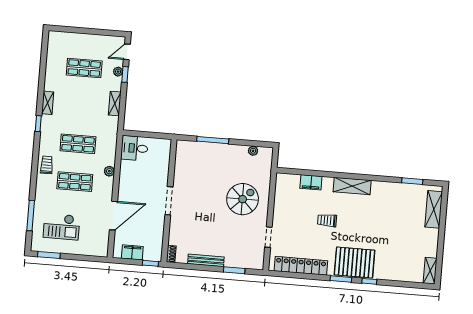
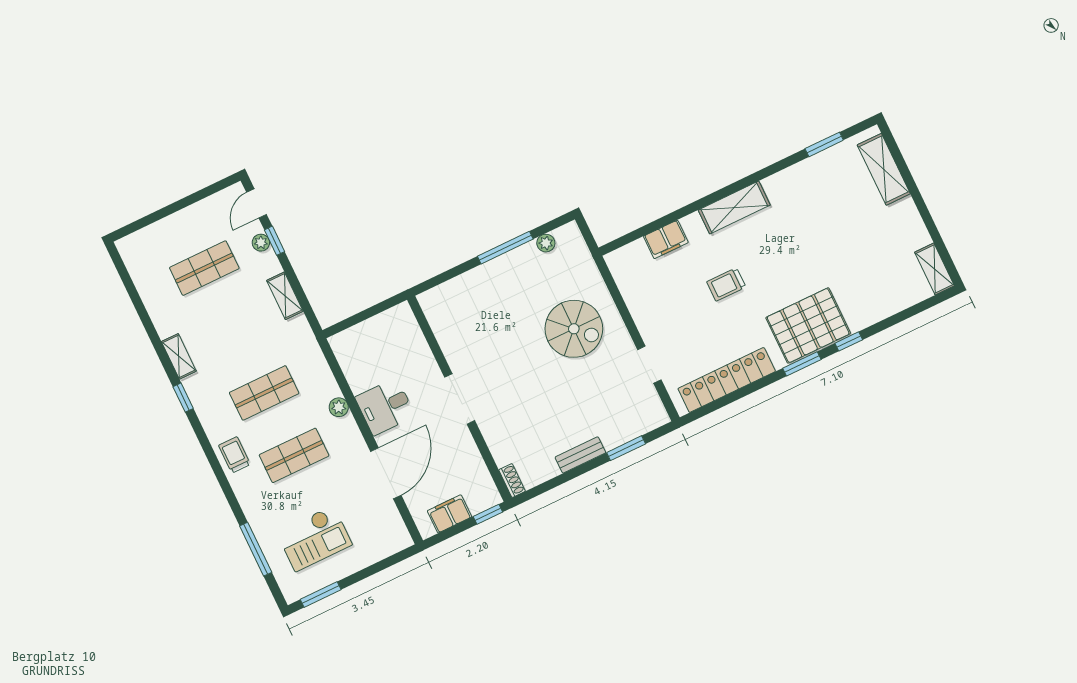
window: (213, 140) -> (505, 248), moved
desk: (134, 148) -> (385, 407), moved
spiral stairs: (243, 199) -> (574, 329), turned 90
bench: (206, 260) -> (580, 455), width x0.73

